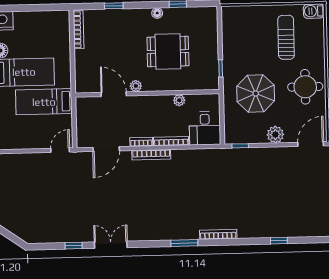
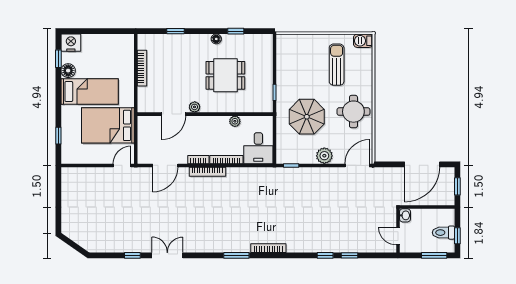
bookcase: (78, 30) -> (142, 68), moved
door: (114, 94) -> (174, 114), swing flipped
bed: (44, 102) -> (108, 125), width x1.50
window: (305, 240) -> (349, 255), added

